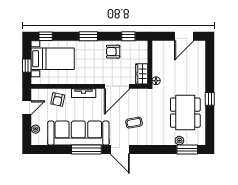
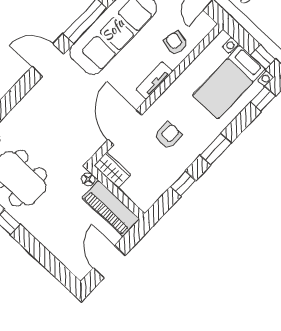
window: (128, 36) -> (183, 184), moved
armchair: (113, 52) -> (168, 135), moved
piano: (160, 58) -> (111, 208), added
window: (27, 66) -> (263, 57), moved
coffee table: (134, 123) -> (64, 107), removed

